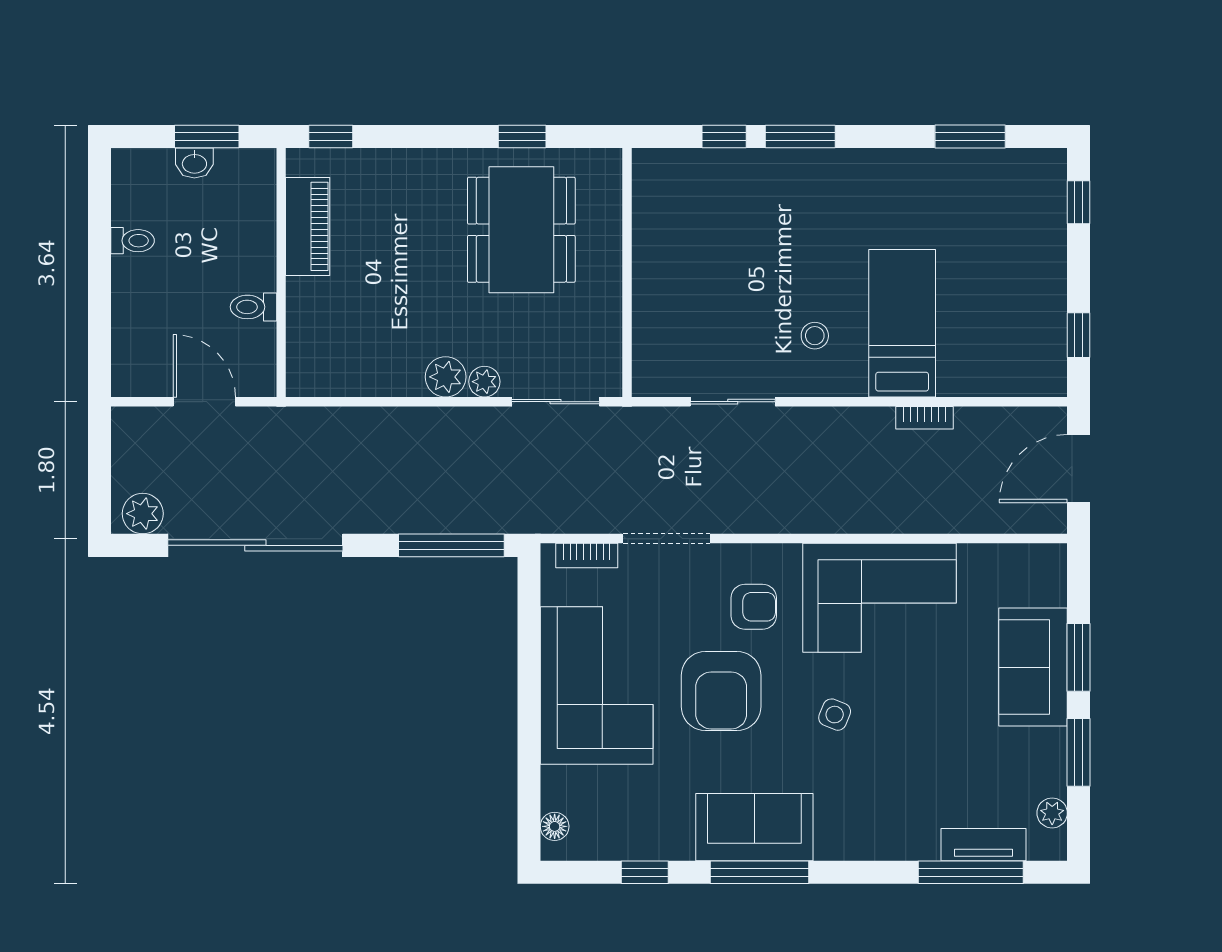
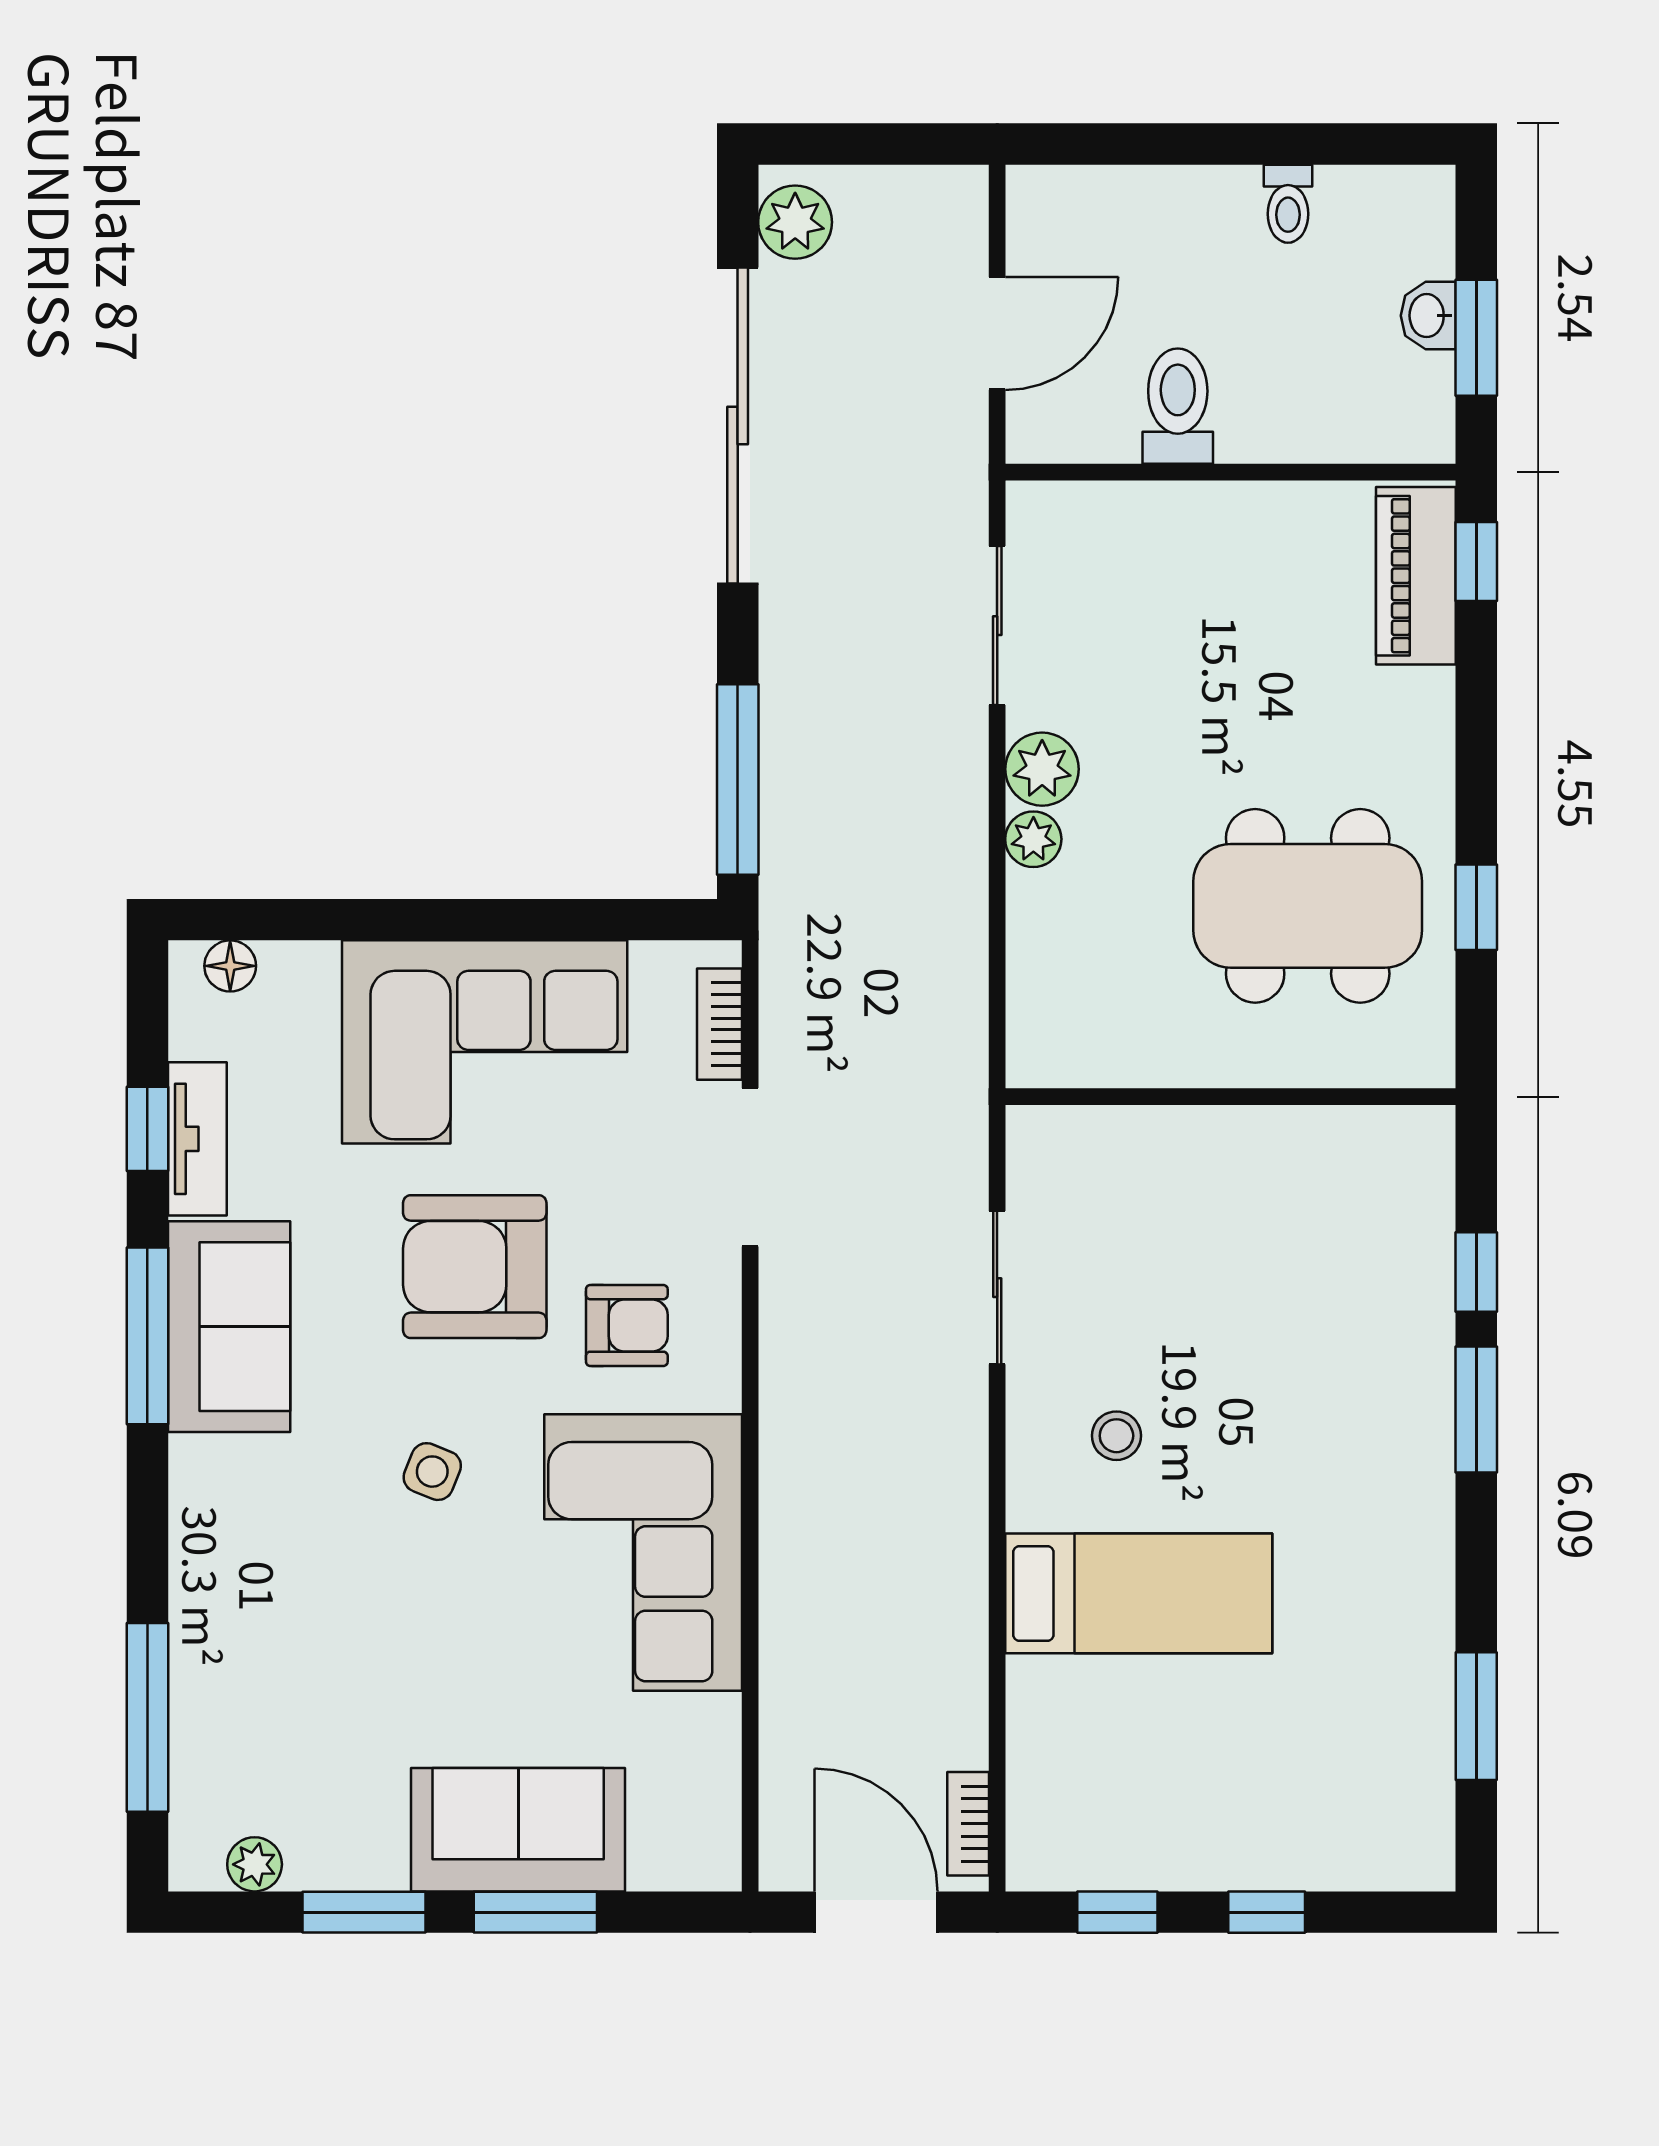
window: (1079, 202) -> (1267, 1912), moved
piano: (308, 226) -> (1416, 576), moved, turned 90
toilet: (254, 307) -> (1178, 406), width x1.37, depth x1.39
sliding door: (556, 402) -> (997, 626), moved
bookcase: (925, 418) -> (968, 1824), moved
armchair: (754, 607) -> (627, 1325), turned -90
tv unit: (984, 845) -> (197, 1139), moved

